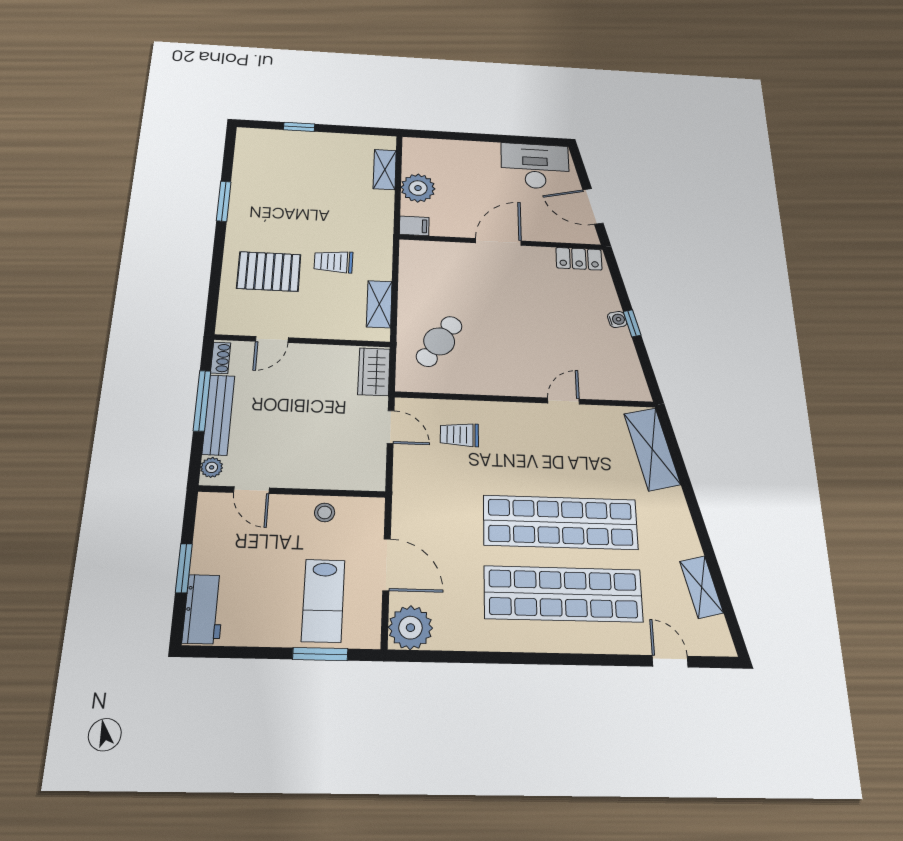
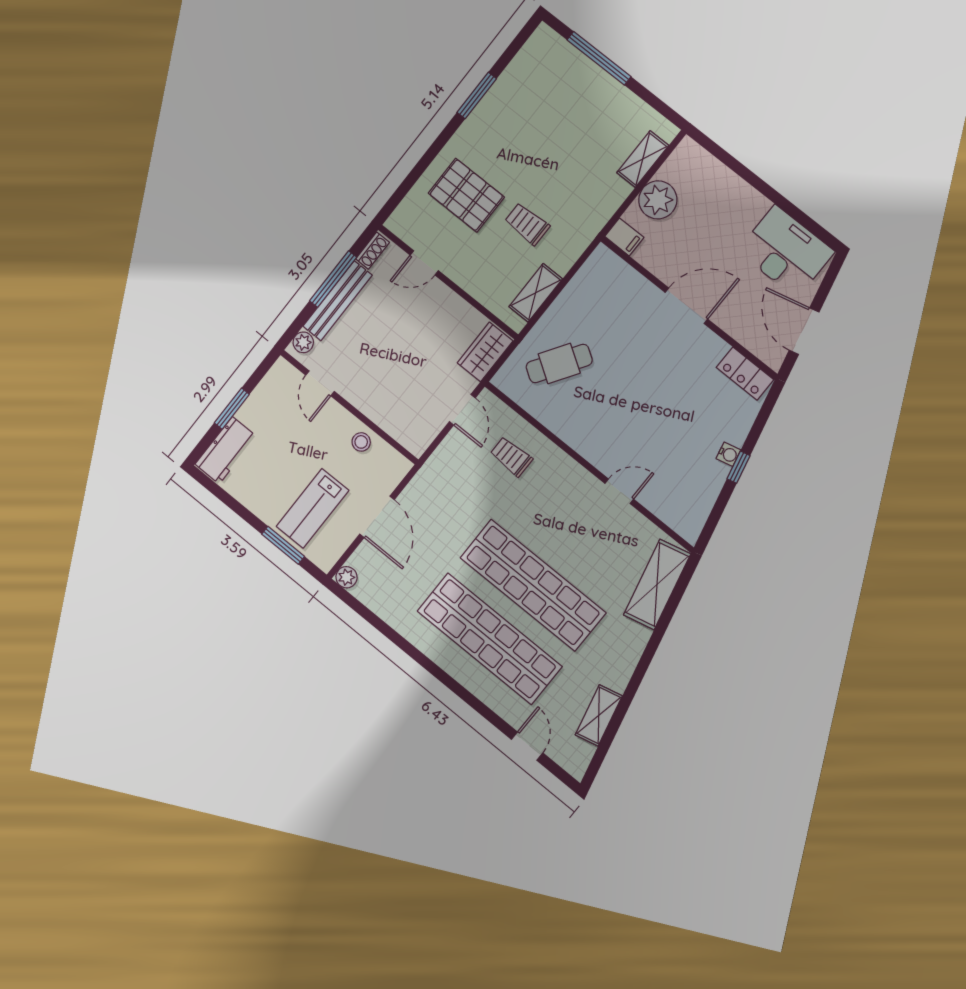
window: (299, 127) -> (599, 58), width x2.17
plant: (410, 628) -> (346, 577), width x0.53, depth x0.53

